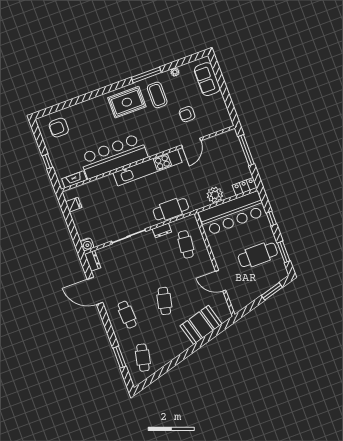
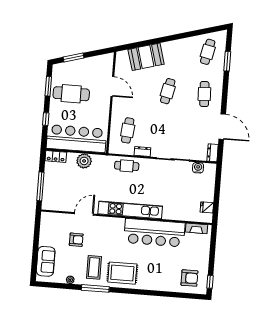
window: (47, 162) -> (210, 282), moved
cafe table: (171, 209) -> (127, 166), width x0.73, depth x0.74
water cooler: (87, 244) -> (198, 168), moved

